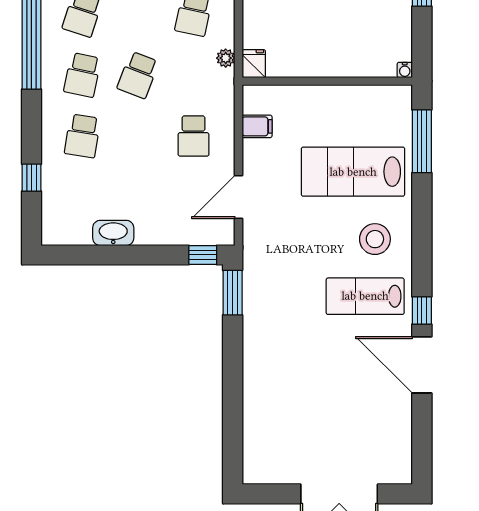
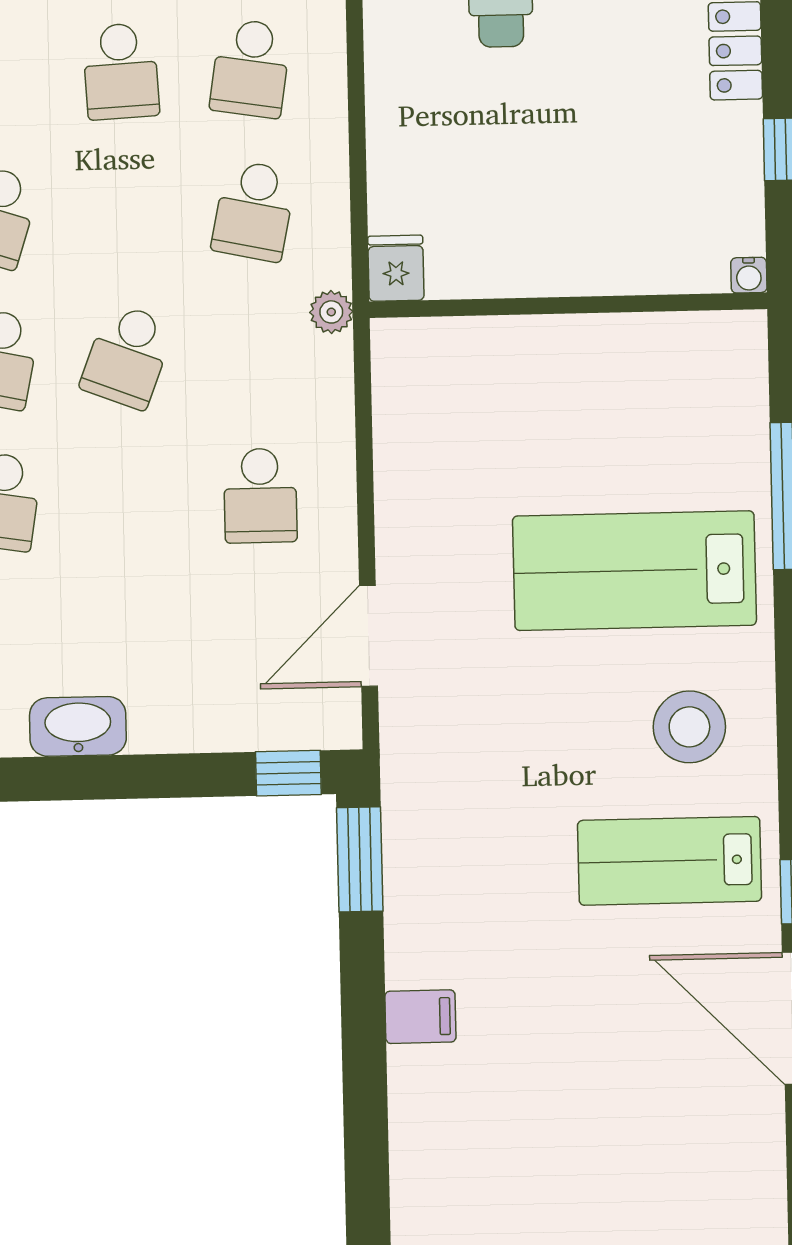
fridge: (254, 64) -> (396, 268), moved
water cooler: (405, 70) -> (749, 275), moved
wall: (327, 81) -> (568, 305), moved
filing cabinet: (257, 126) -> (420, 1017), moved

